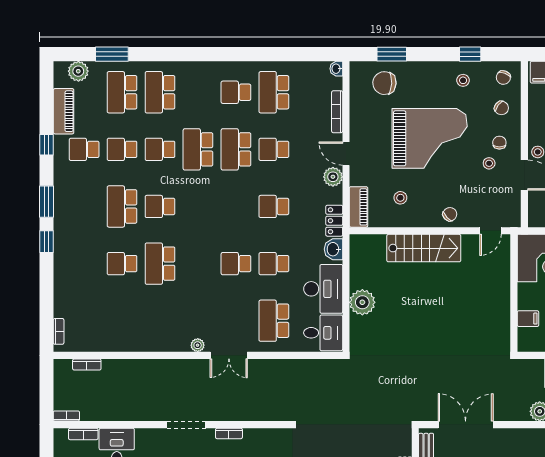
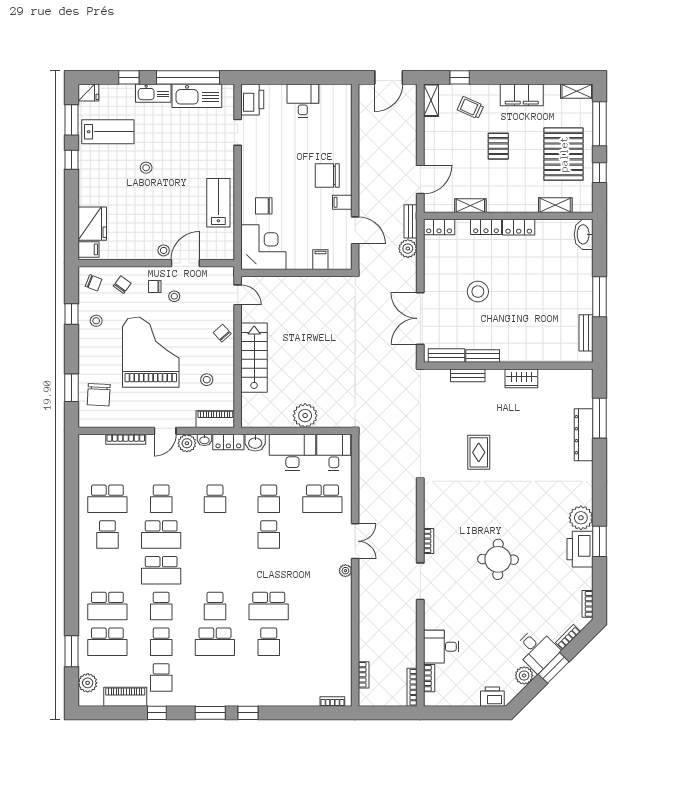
washbasin: (336, 69) -> (204, 440), moved
bookcase: (66, 416) -> (412, 687), width x1.56

